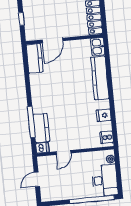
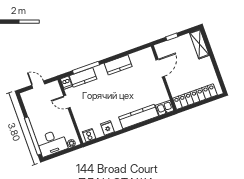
door: (52, 40) -> (160, 68), swing flipped
kitchen counter: (35, 58) -> (118, 65), moved

